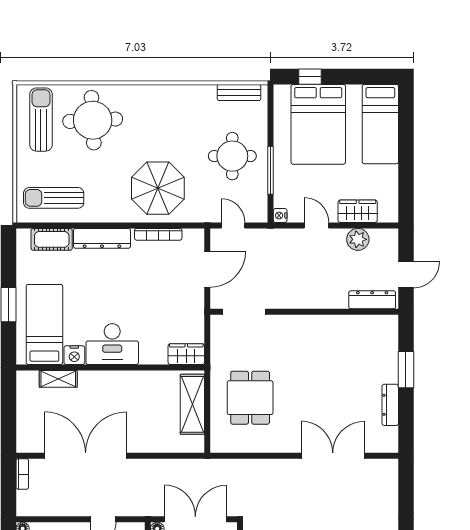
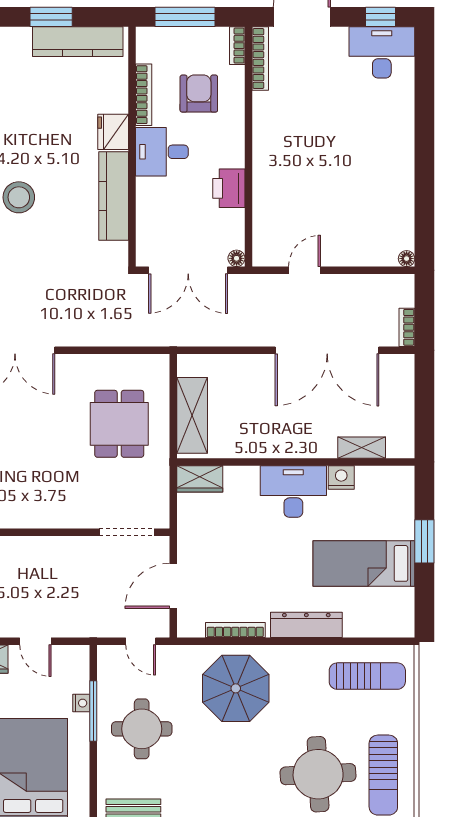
nightstand: (280, 215) -> (81, 703), moved
cot: (52, 239) -> (370, 624), removed
bed: (44, 324) -> (364, 563), moved, turned 90

